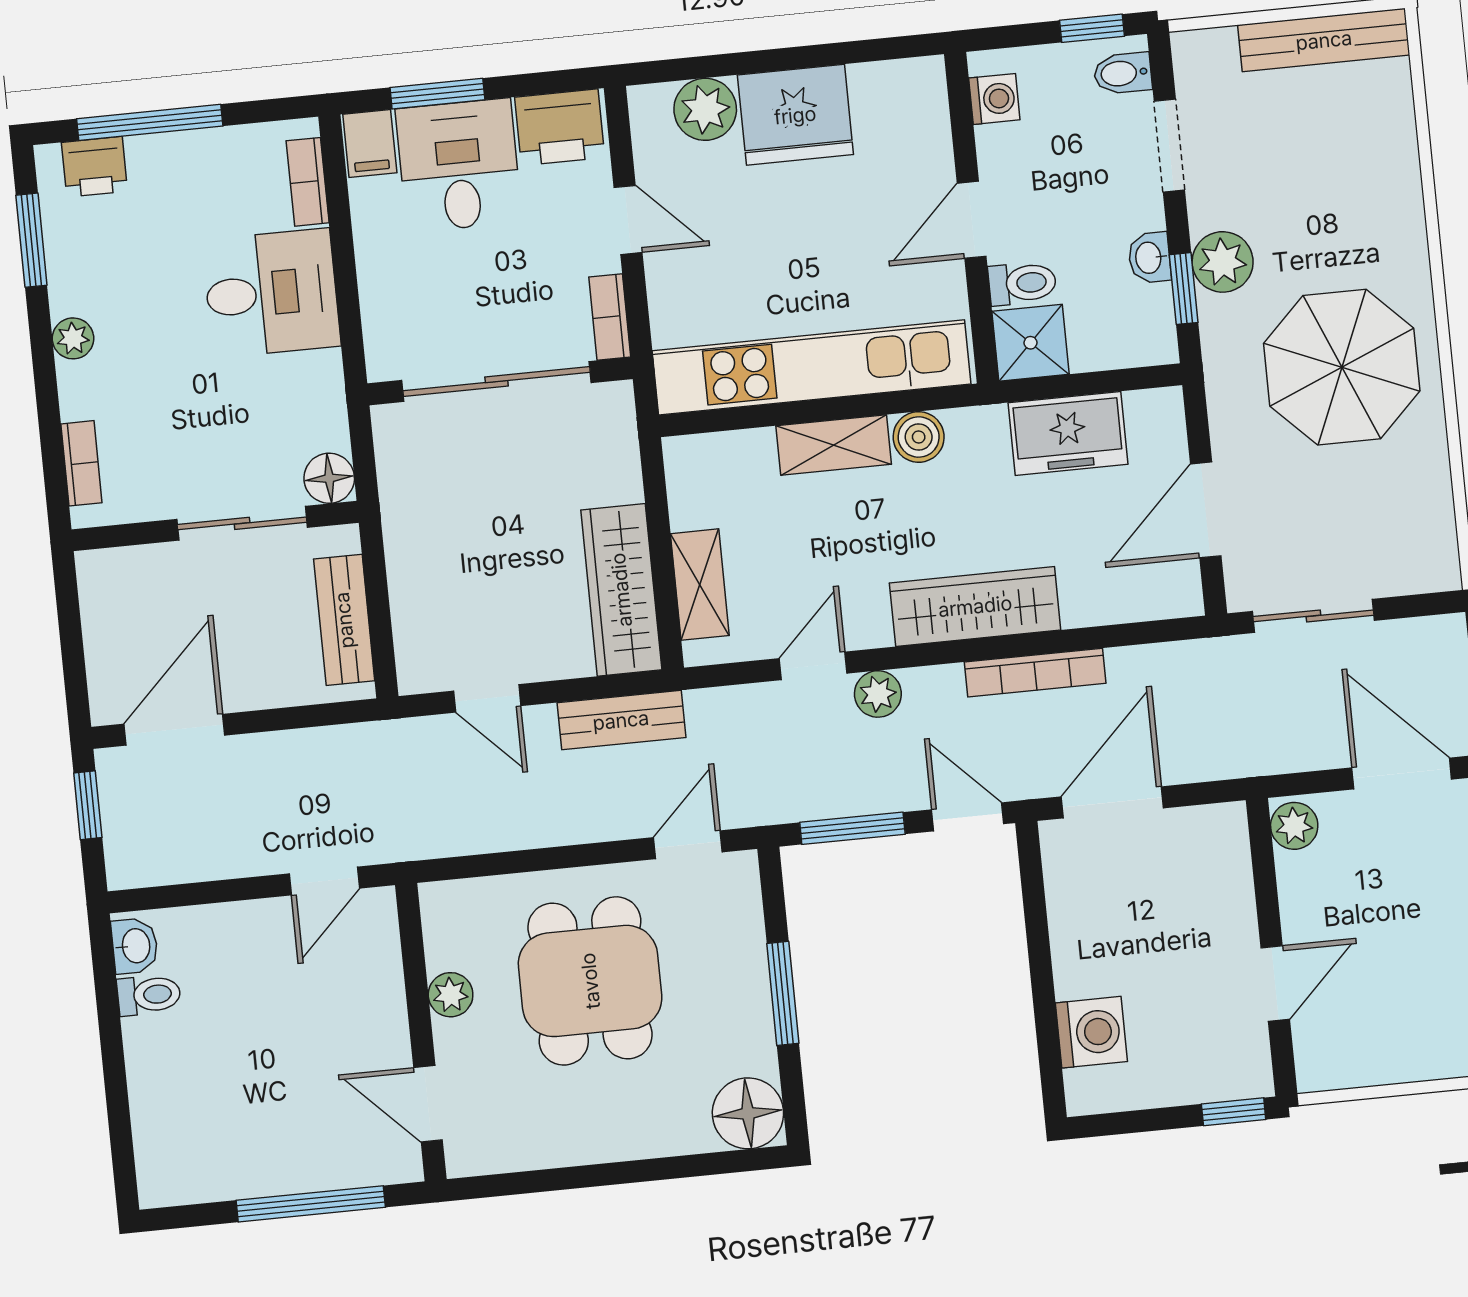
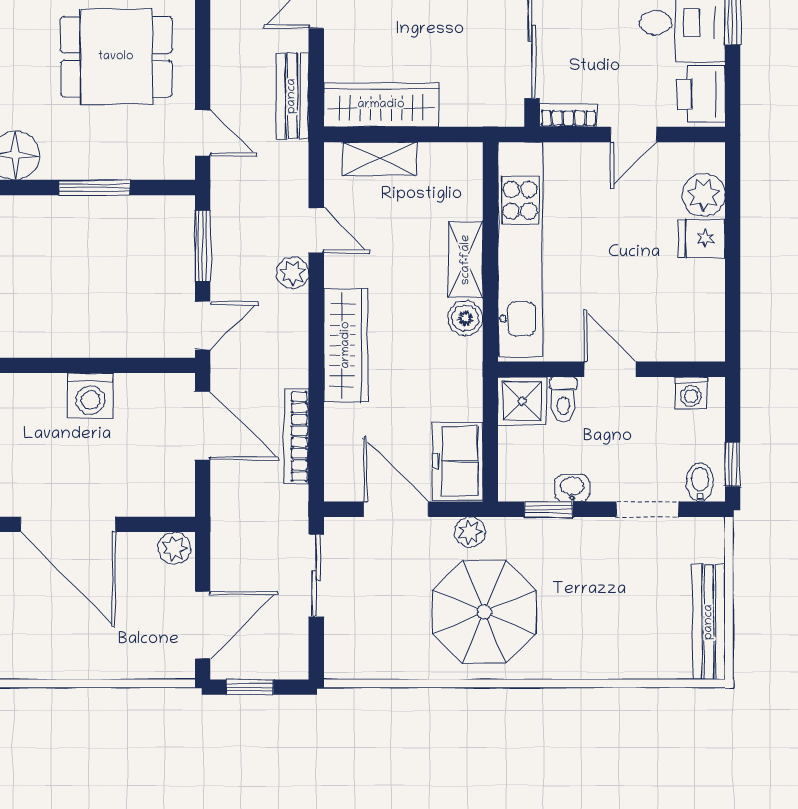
fridge: (795, 115) -> (702, 239), width x0.53, depth x0.75
plant: (1223, 262) -> (470, 532), moved, width x0.73, depth x0.73
freezer: (1068, 433) -> (458, 461), moved
bookcase: (1035, 673) -> (296, 436), moved
door: (1275, 984) -> (68, 524), width x1.88
washing machine: (1091, 1032) -> (91, 396), moved

